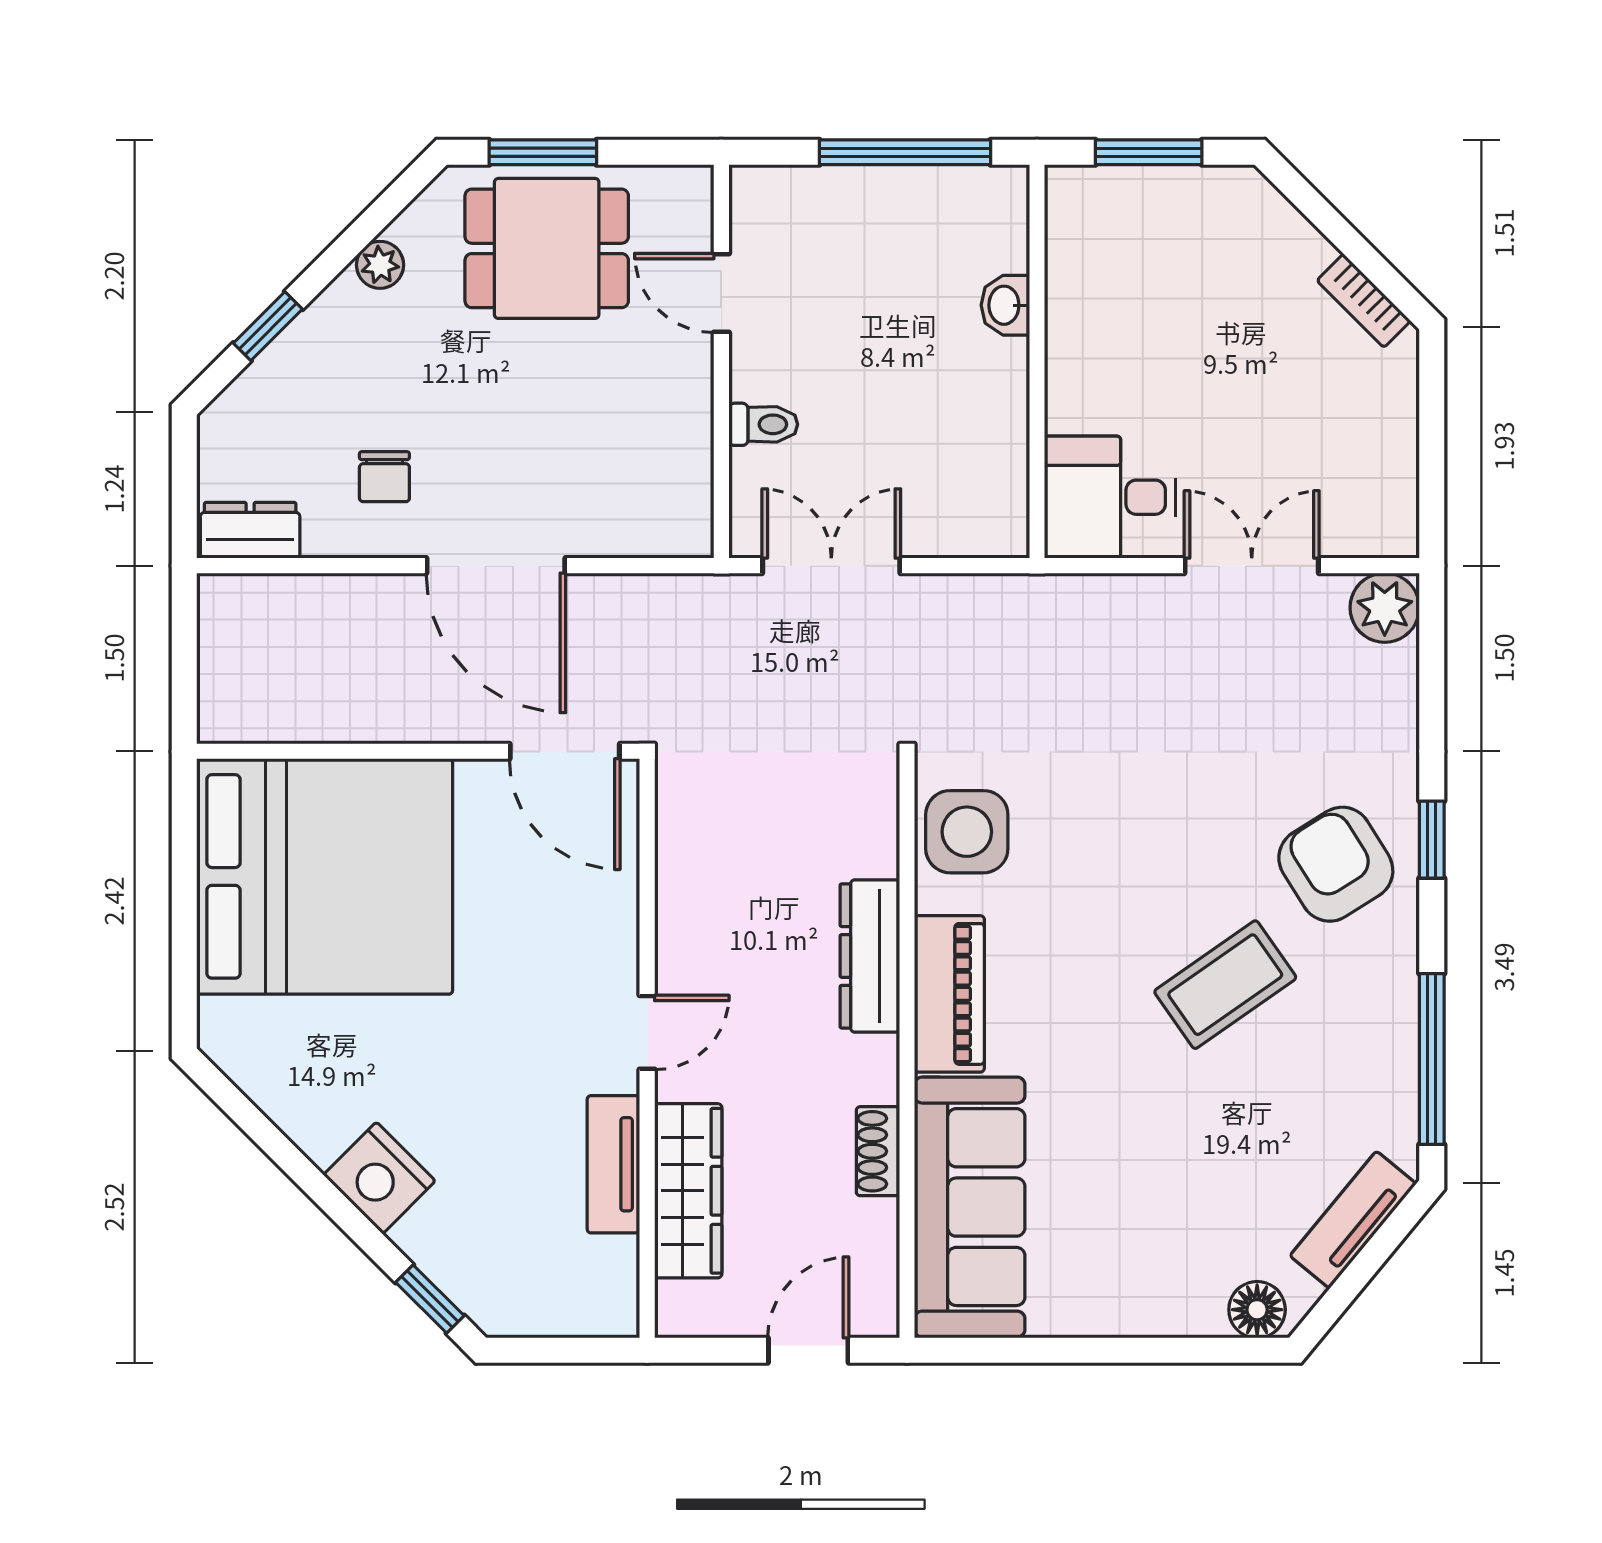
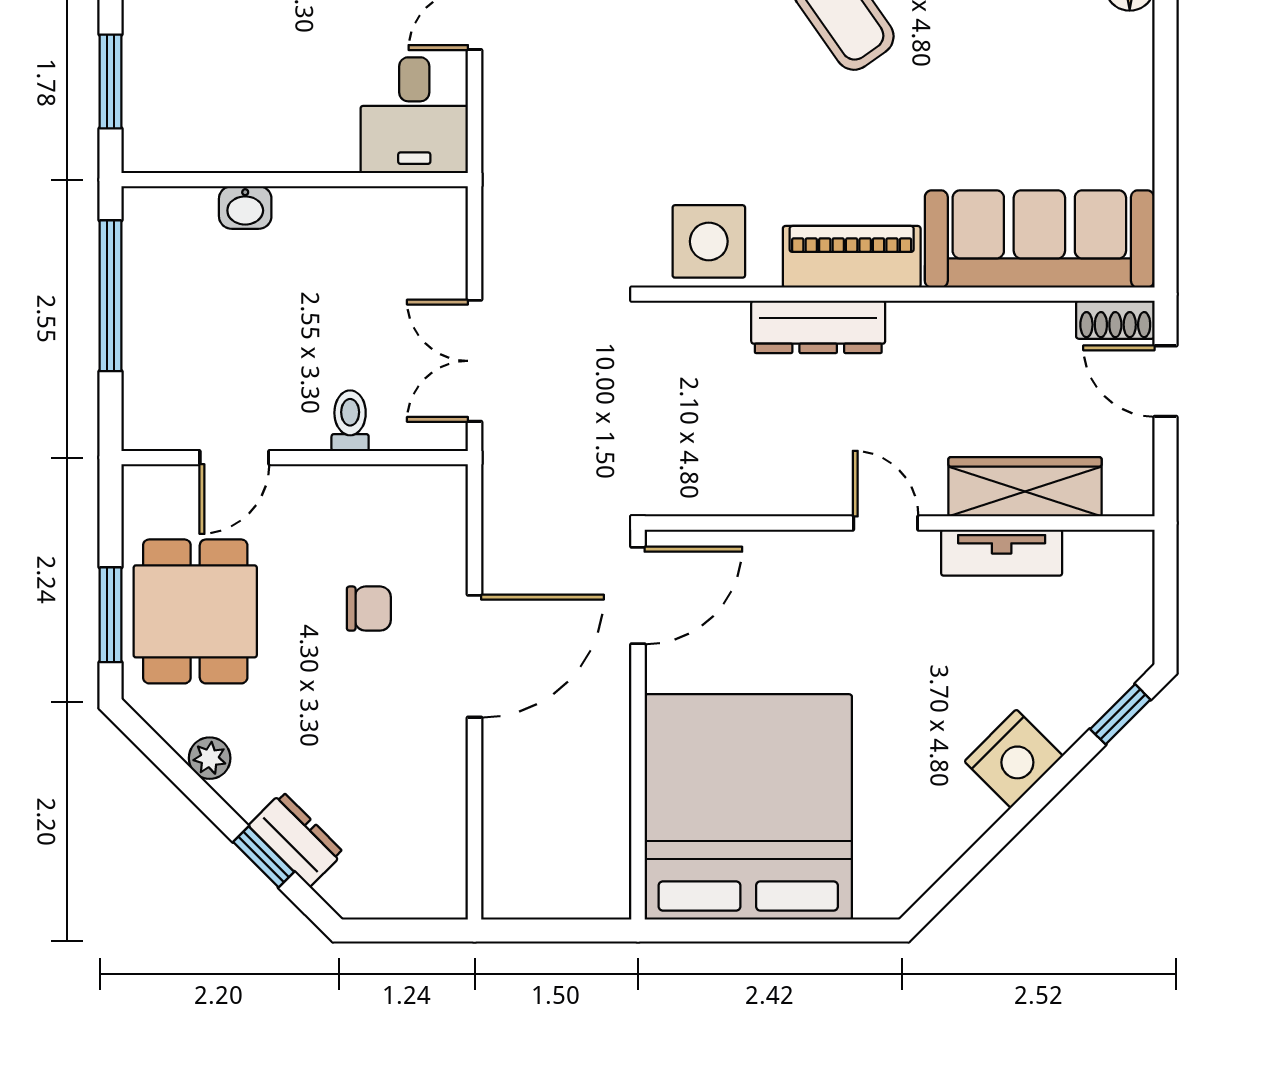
chair: (384, 477) -> (369, 609), moved
dresser: (250, 530) -> (296, 839), moved, turned 135
shoe rack: (878, 1151) -> (1115, 320), moved

